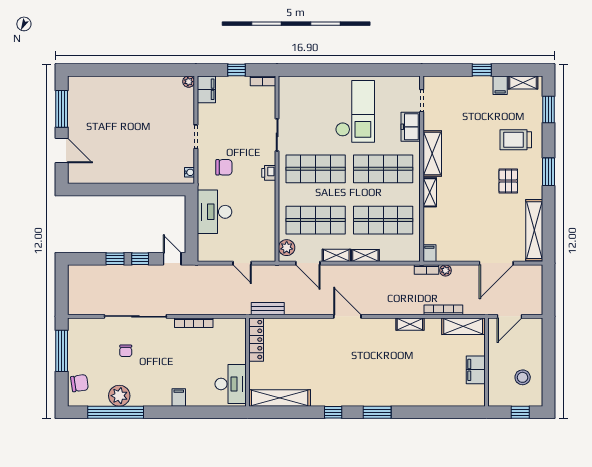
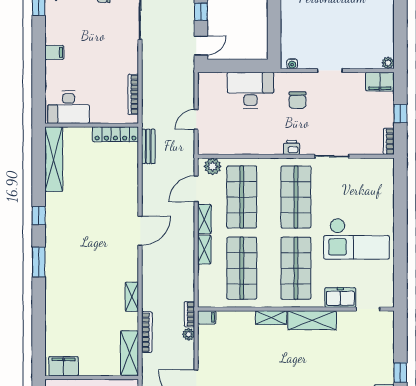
bookcase: (194, 323) -> (133, 94), moved
filing cabinet: (476, 370) -> (64, 366), moved

